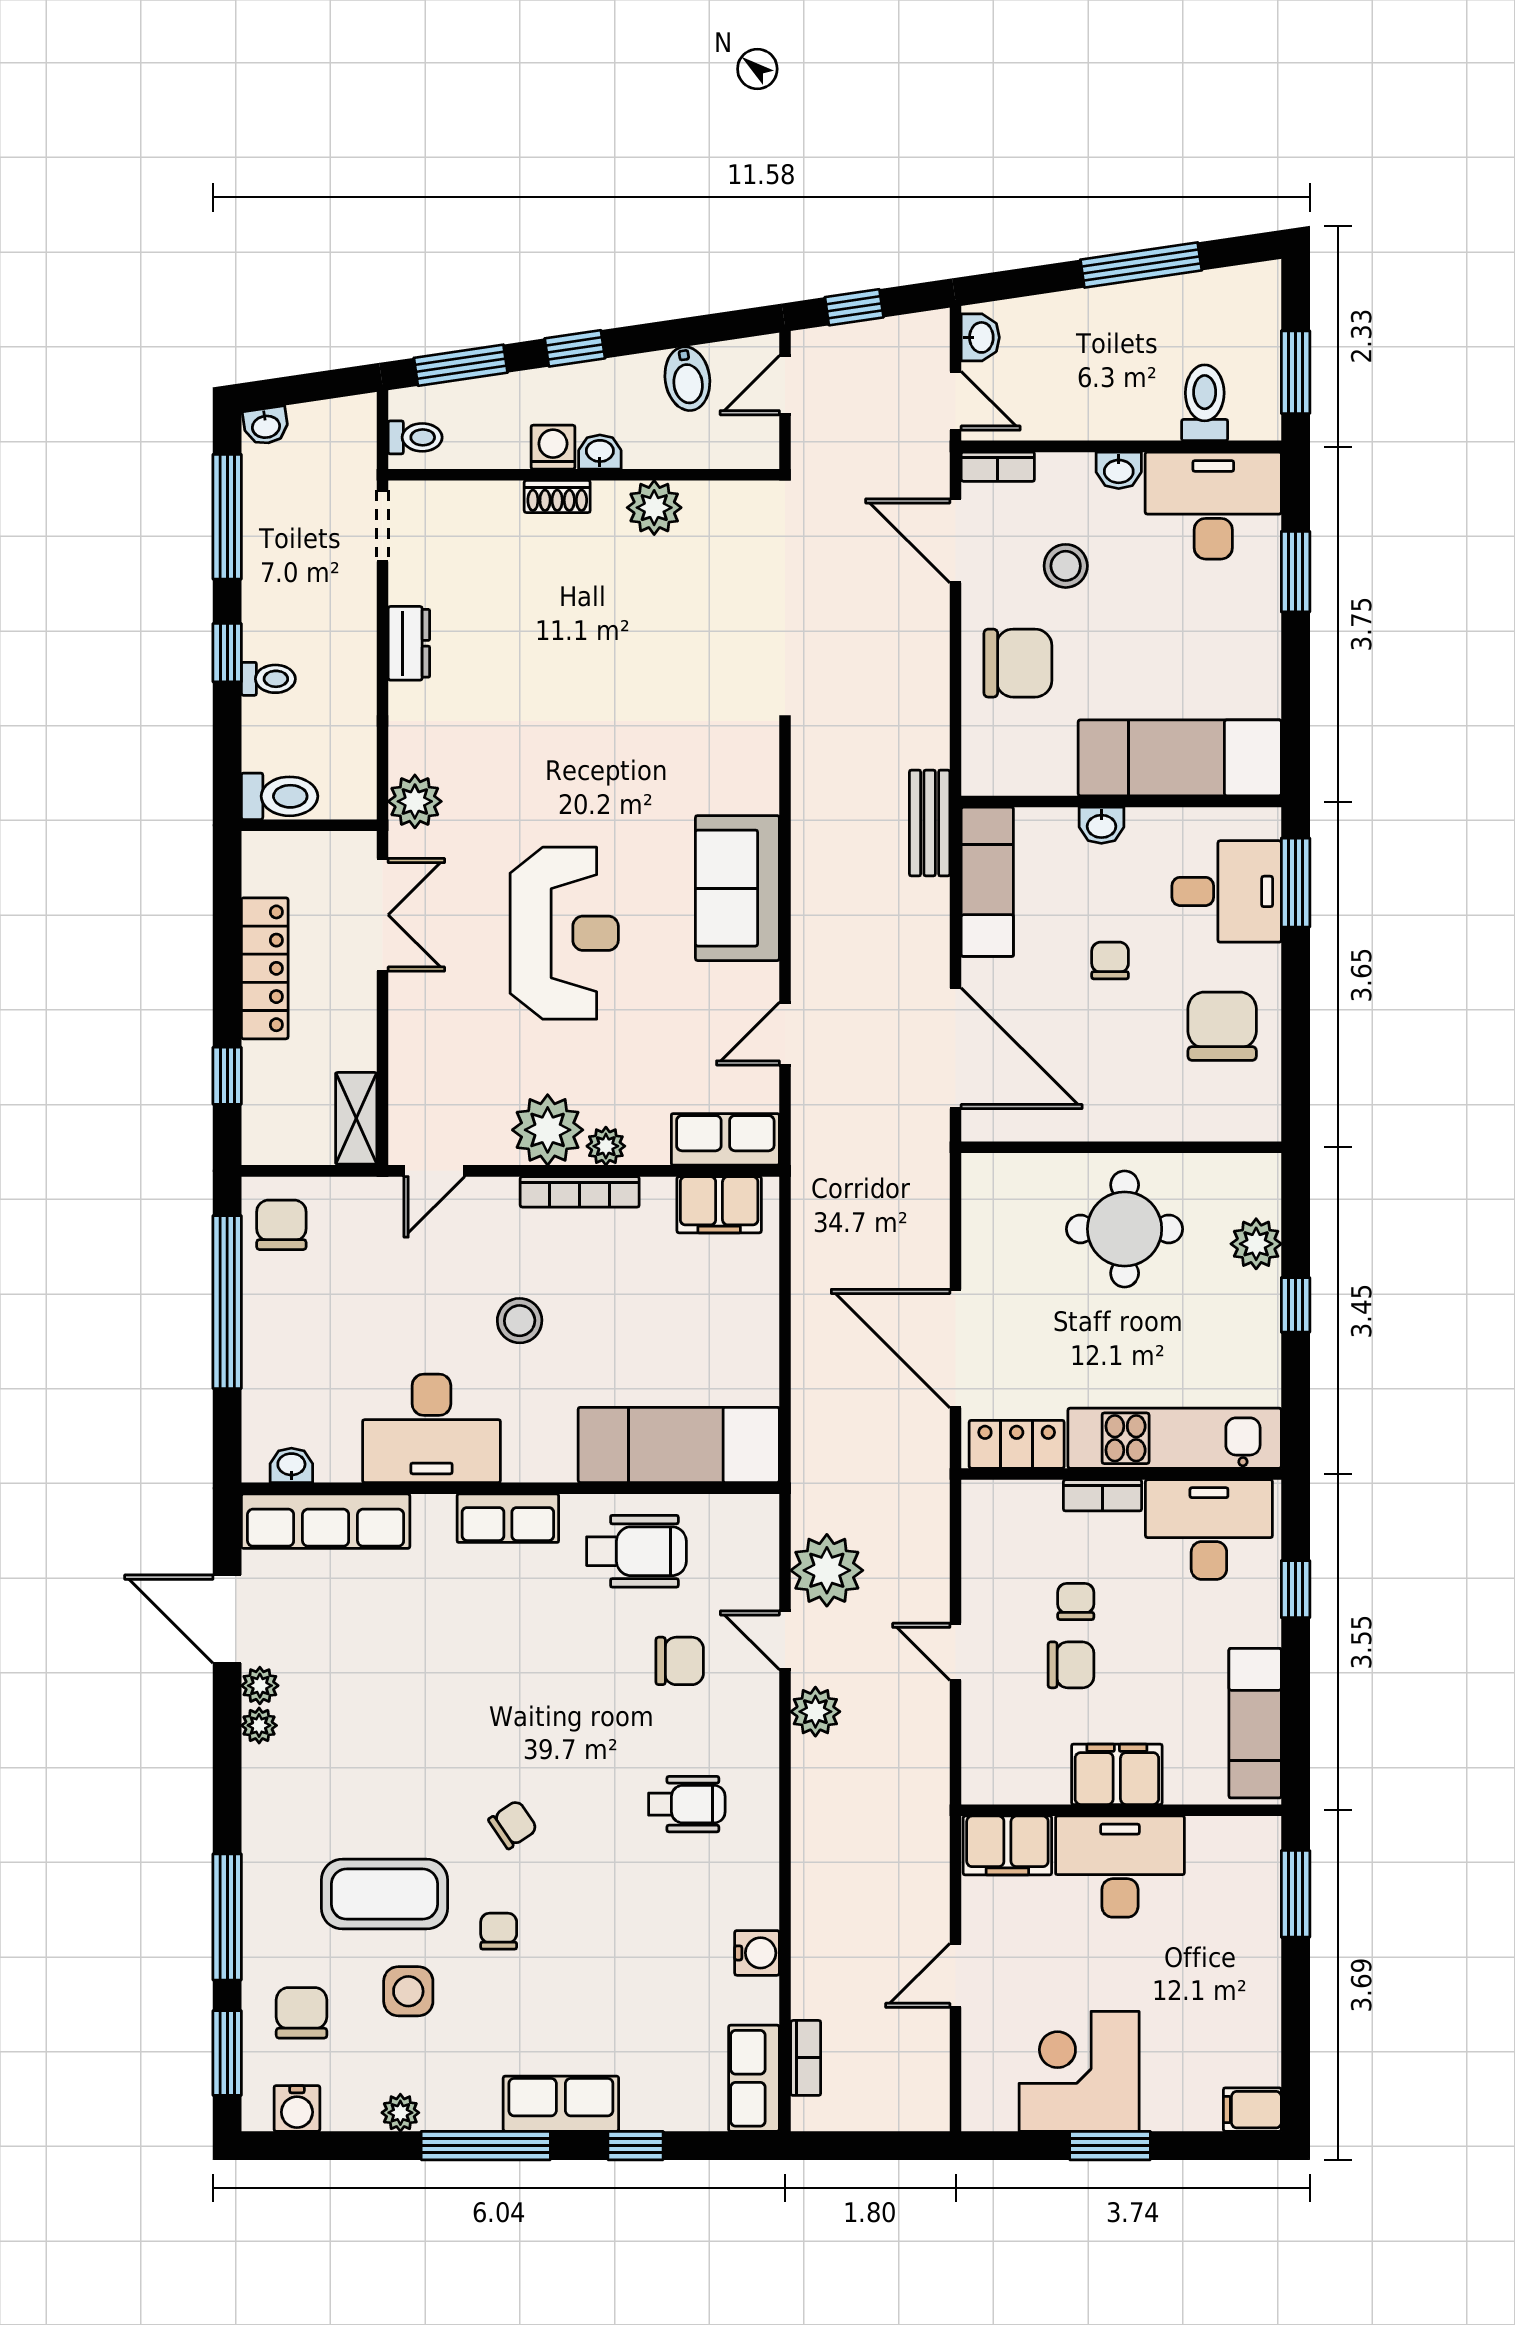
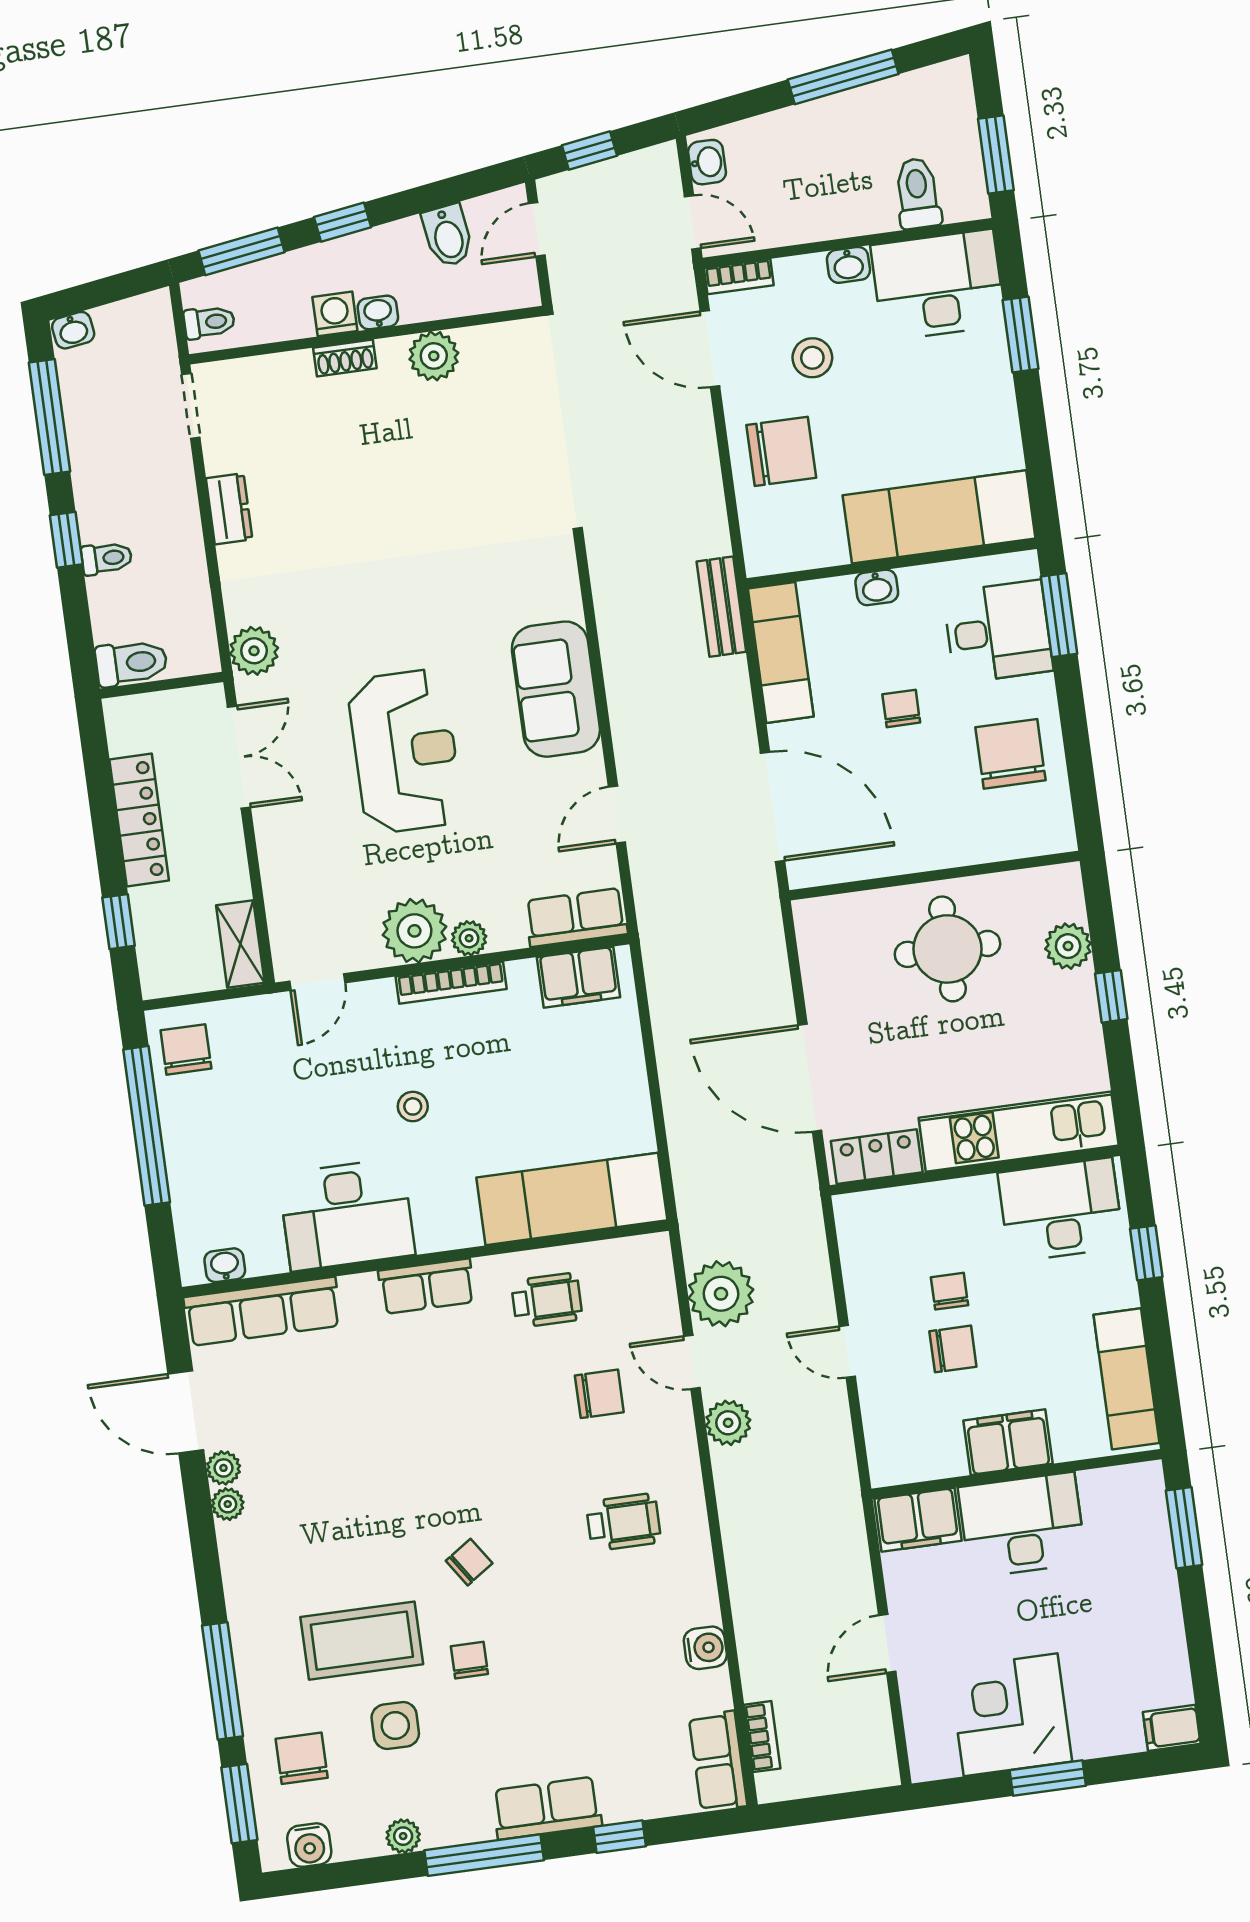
stool: (520, 1321) -> (413, 1106), width x0.73, depth x0.73
bookcase: (1103, 1495) -> (961, 1192), removed
wheelchair: (636, 1551) -> (547, 1300), width x0.73, depth x0.73

